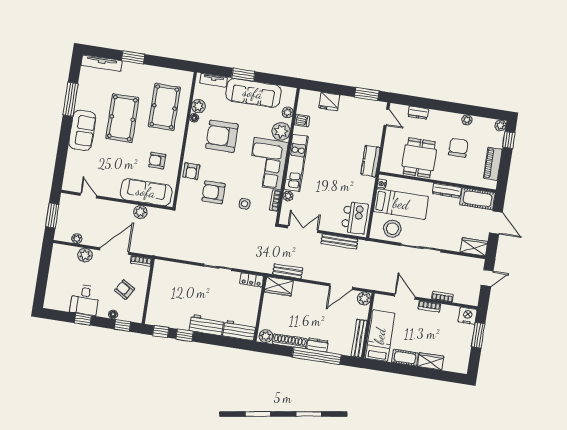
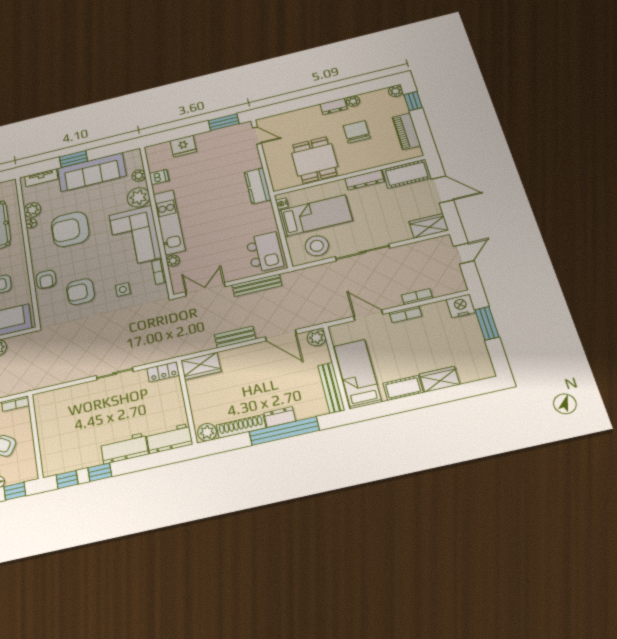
dresser: (418, 113) -> (334, 106), moved
bench: (288, 271) -> (235, 337), moved
door: (341, 287) -> (281, 335), hinge flipped

